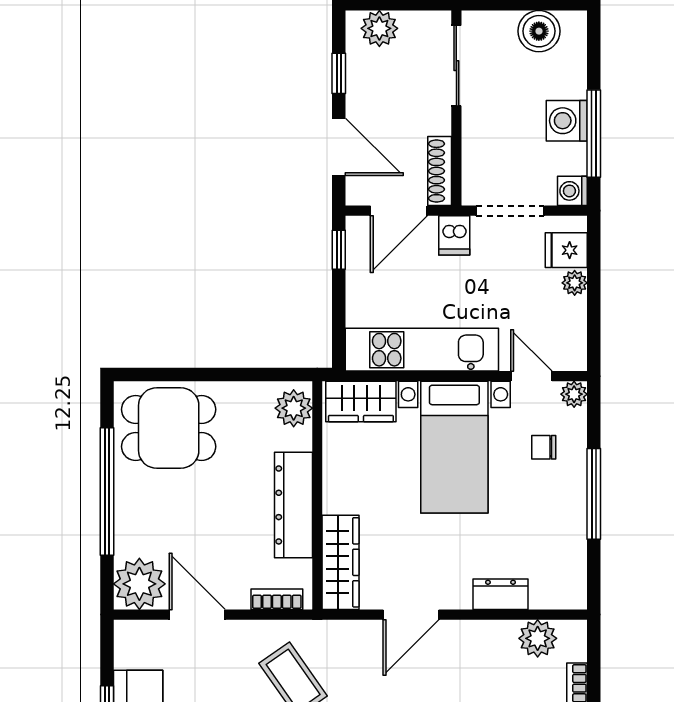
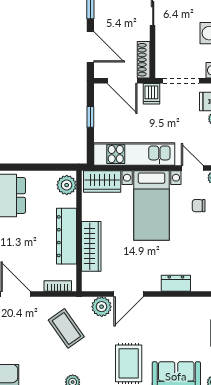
door: (399, 211) -> (122, 81), hinge flipped
window: (339, 250) -> (90, 117), moved
wardrobe: (341, 562) -> (91, 246), moved
plant: (538, 638) -> (102, 307), moved

